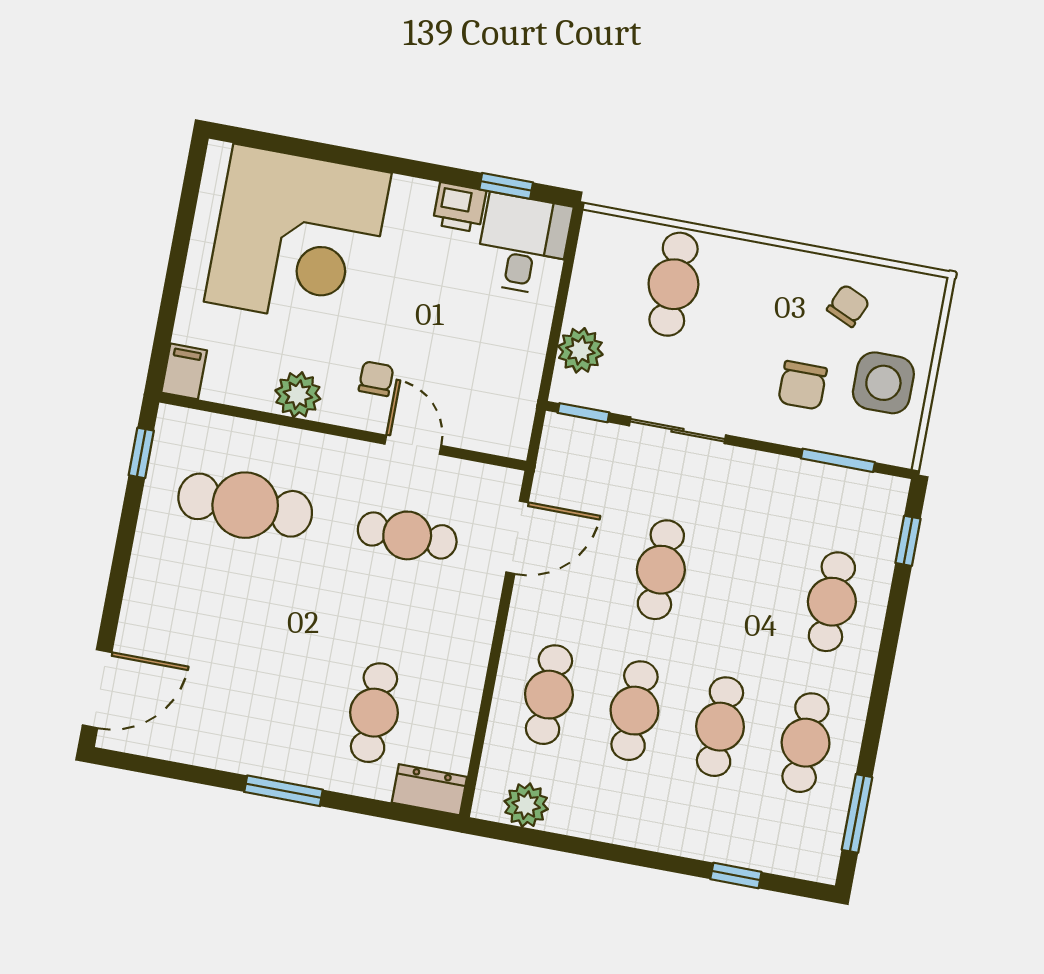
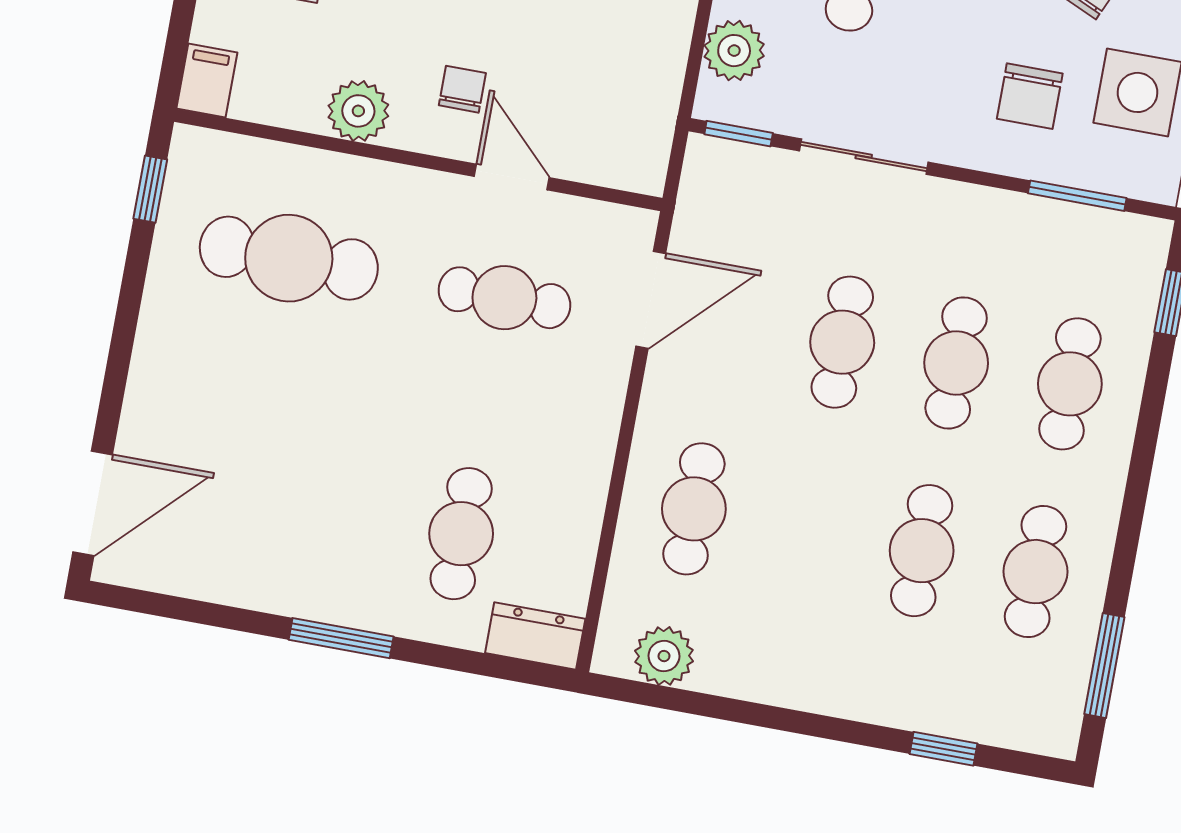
cafe table: (634, 711) -> (956, 363), moved

